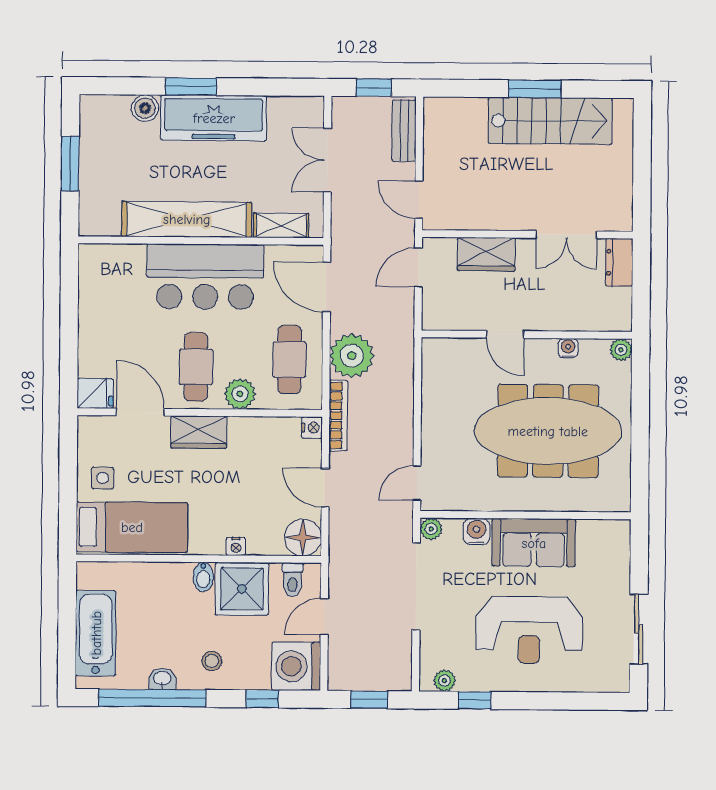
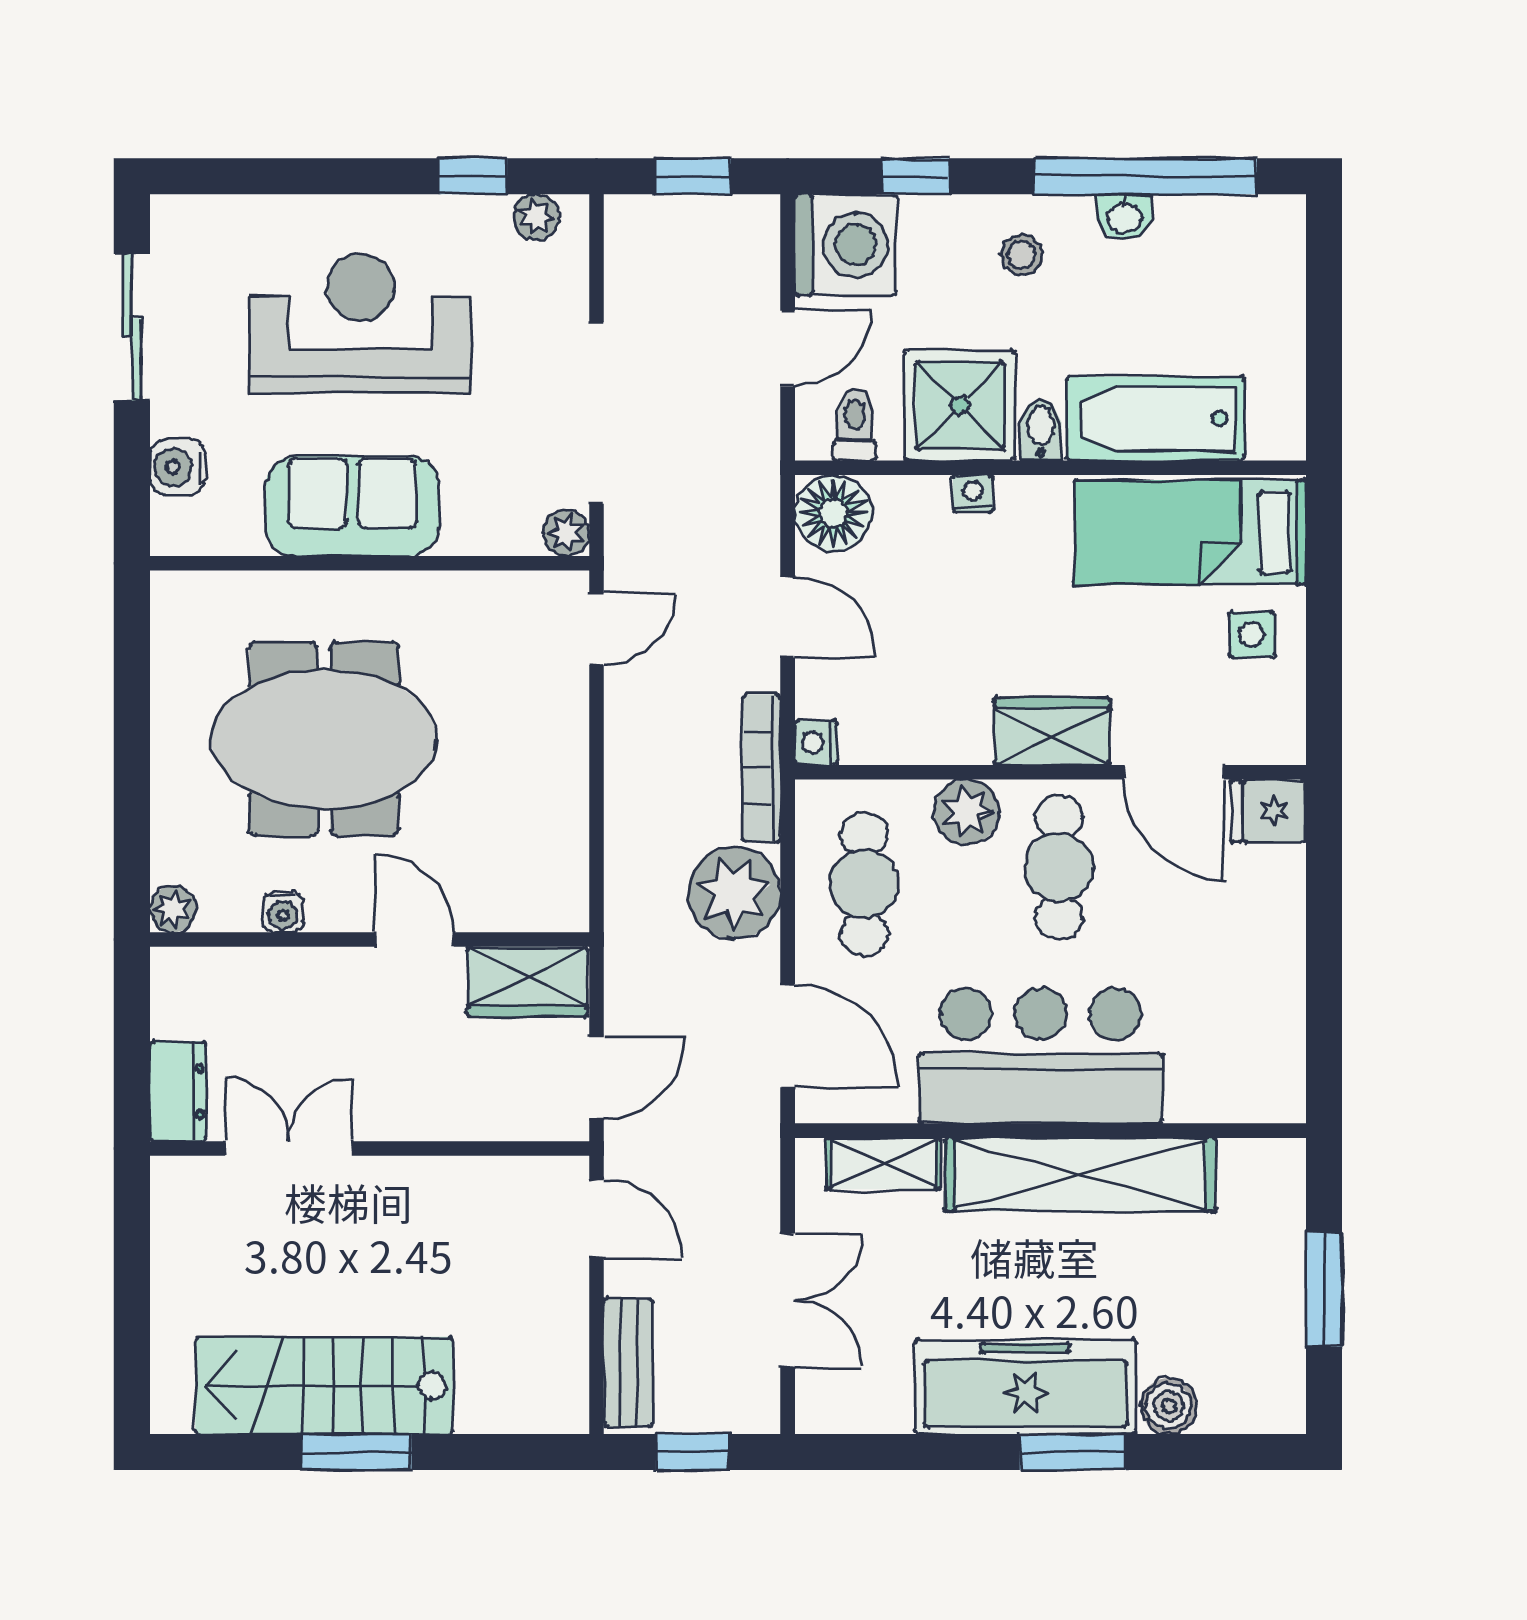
wardrobe: (486, 254) -> (527, 982), moved, turned 180
meeting table: (548, 431) -> (324, 739), width x0.73
water cooler: (476, 531) -> (178, 467), moved, turned 90
bathtub: (96, 633) -> (1155, 419), moved, turned 90

